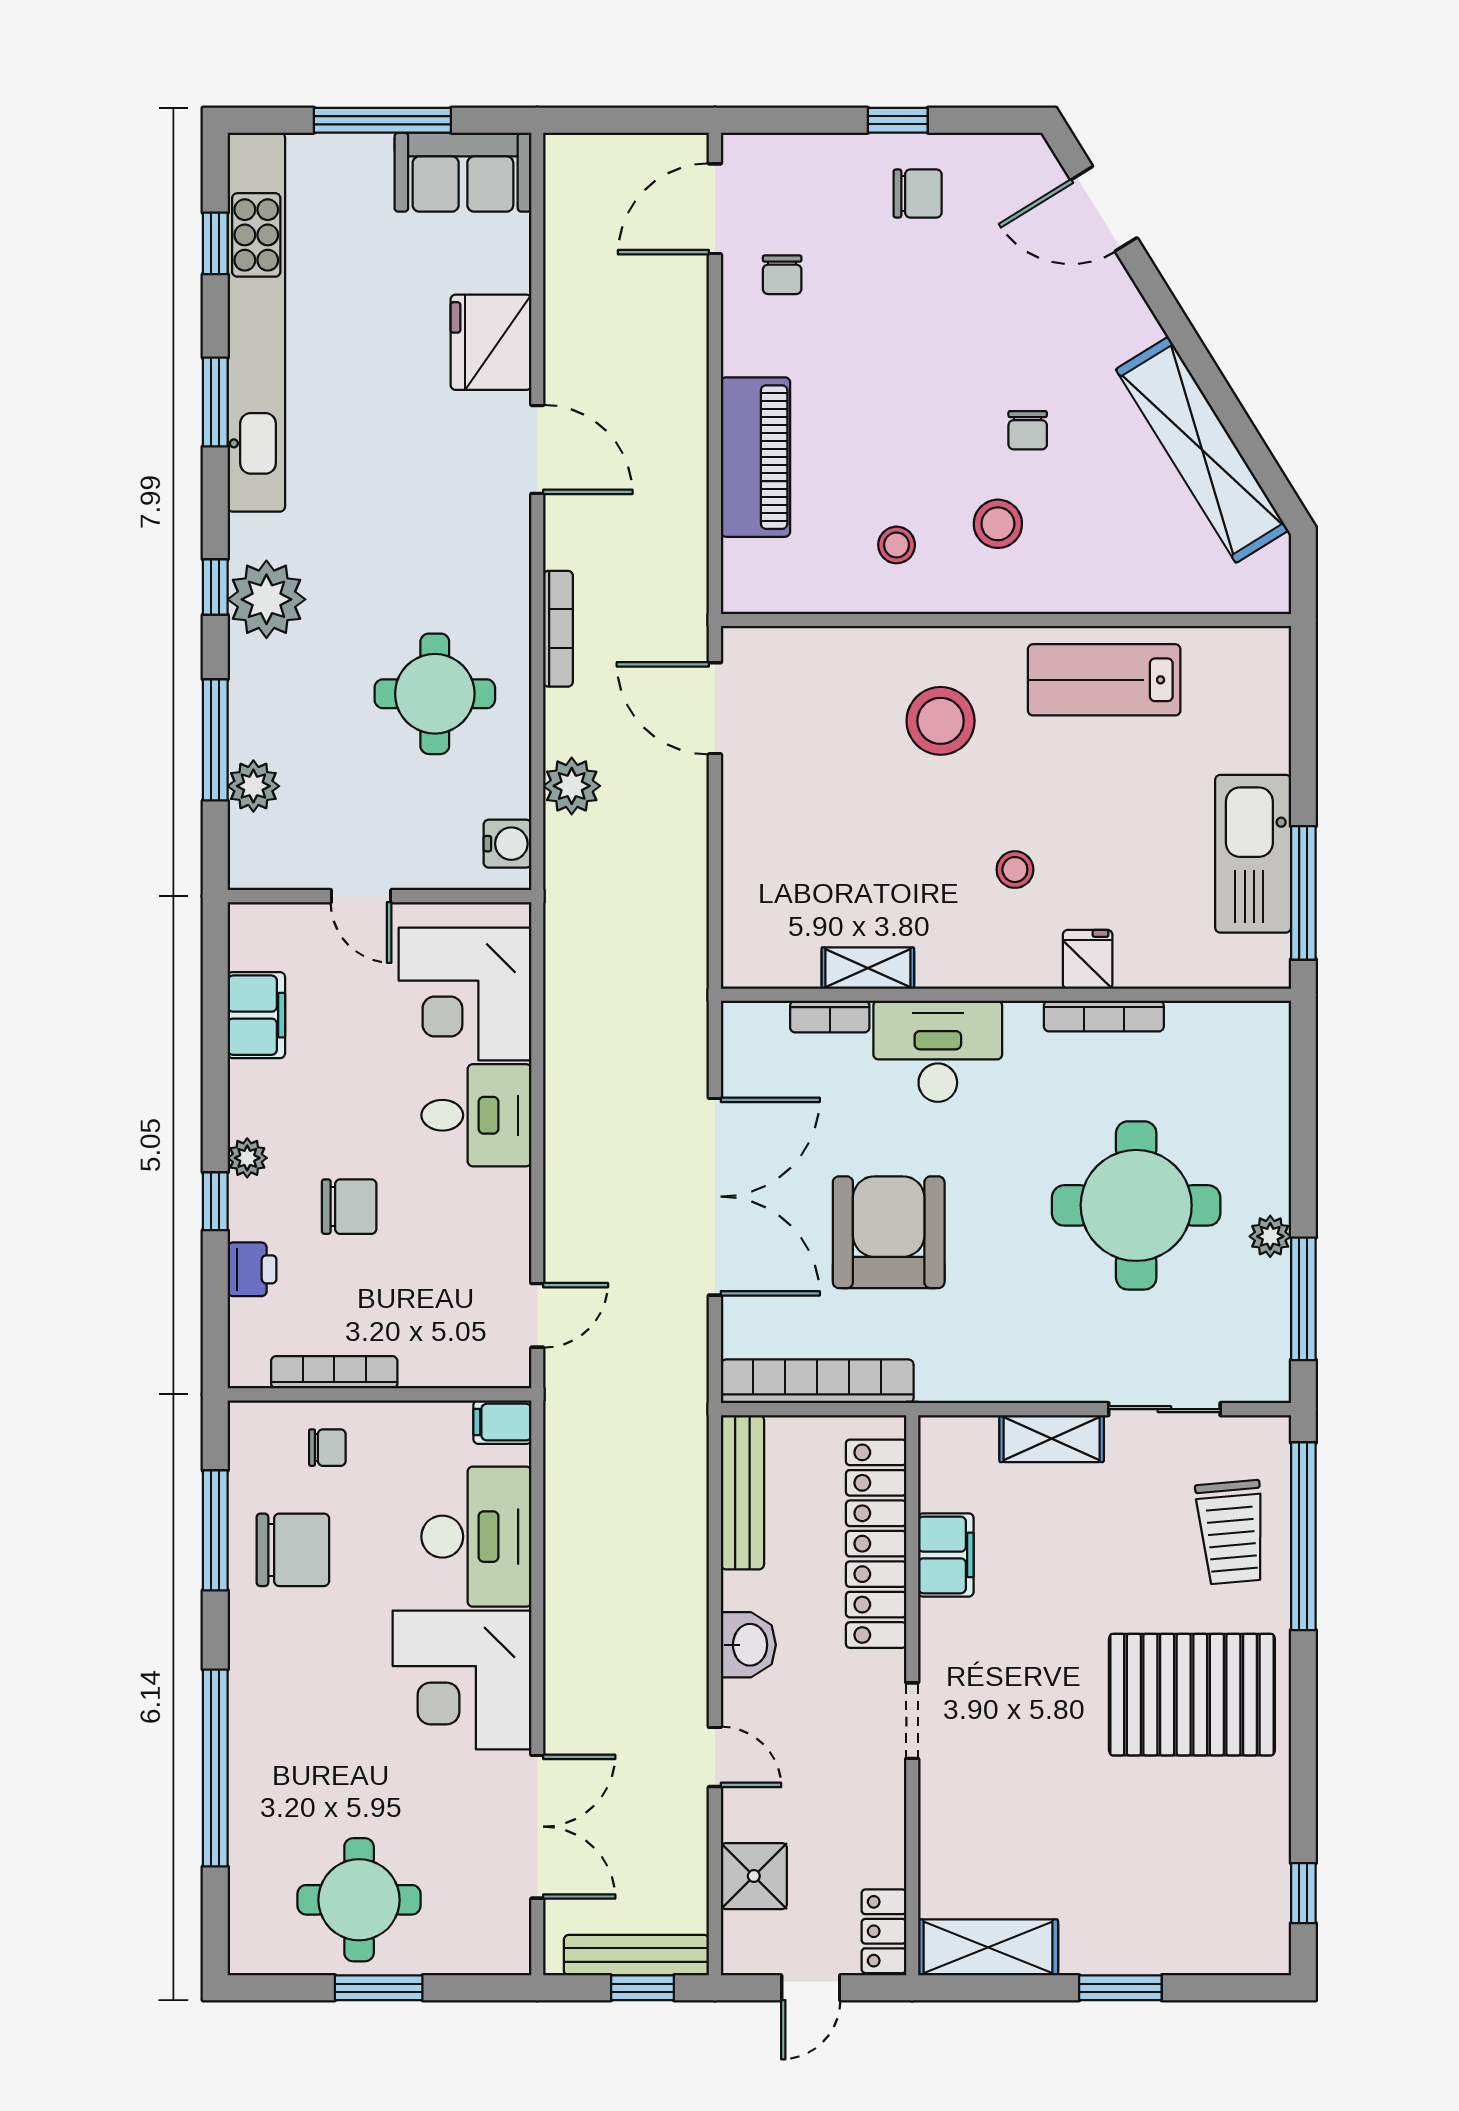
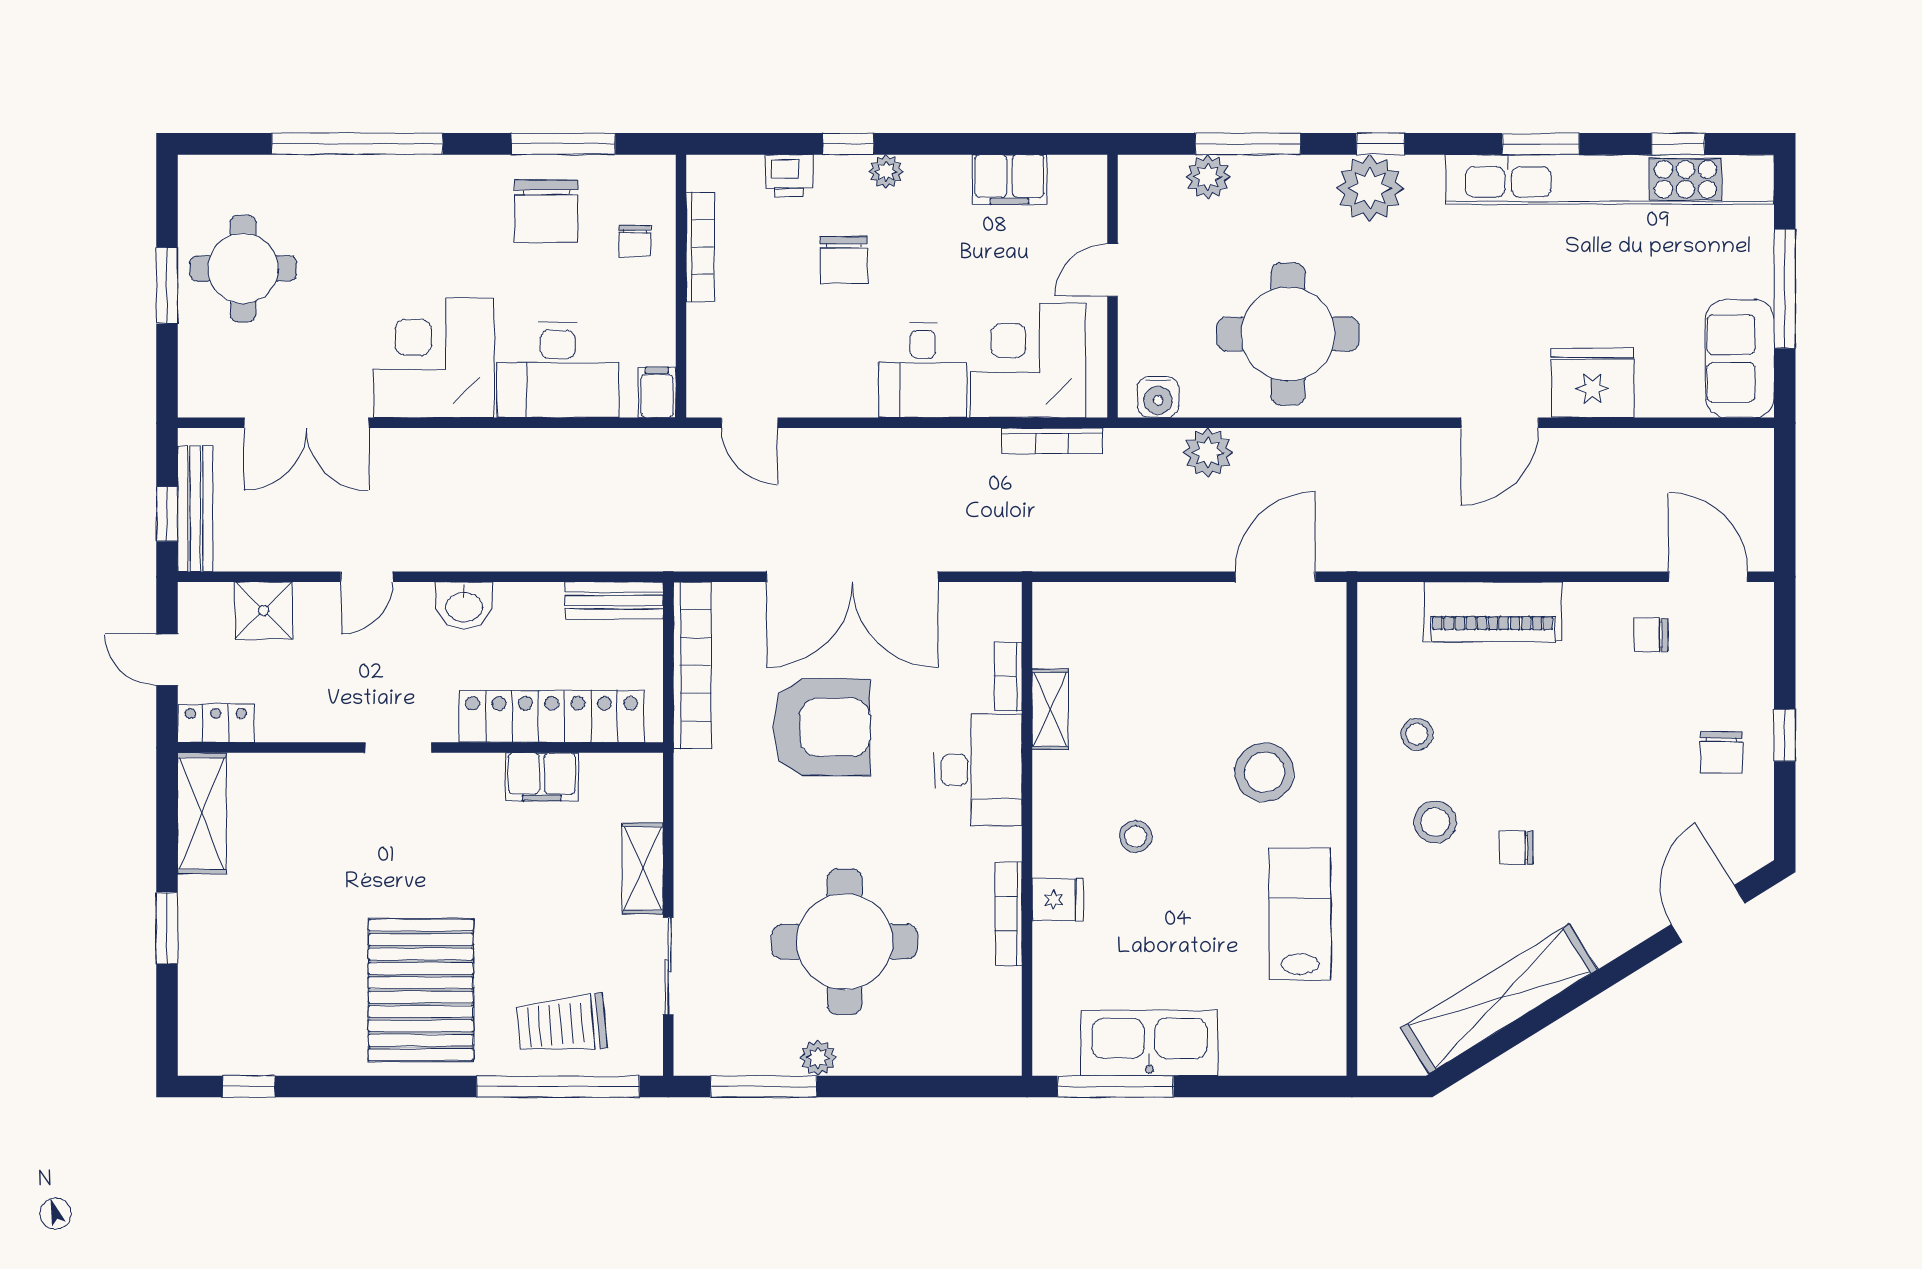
bookcase: (558, 629) -> (1052, 441), moved
round table: (435, 694) -> (1288, 334), width x1.36, depth x1.36
bench: (742, 1492) -> (614, 601), width x0.73

